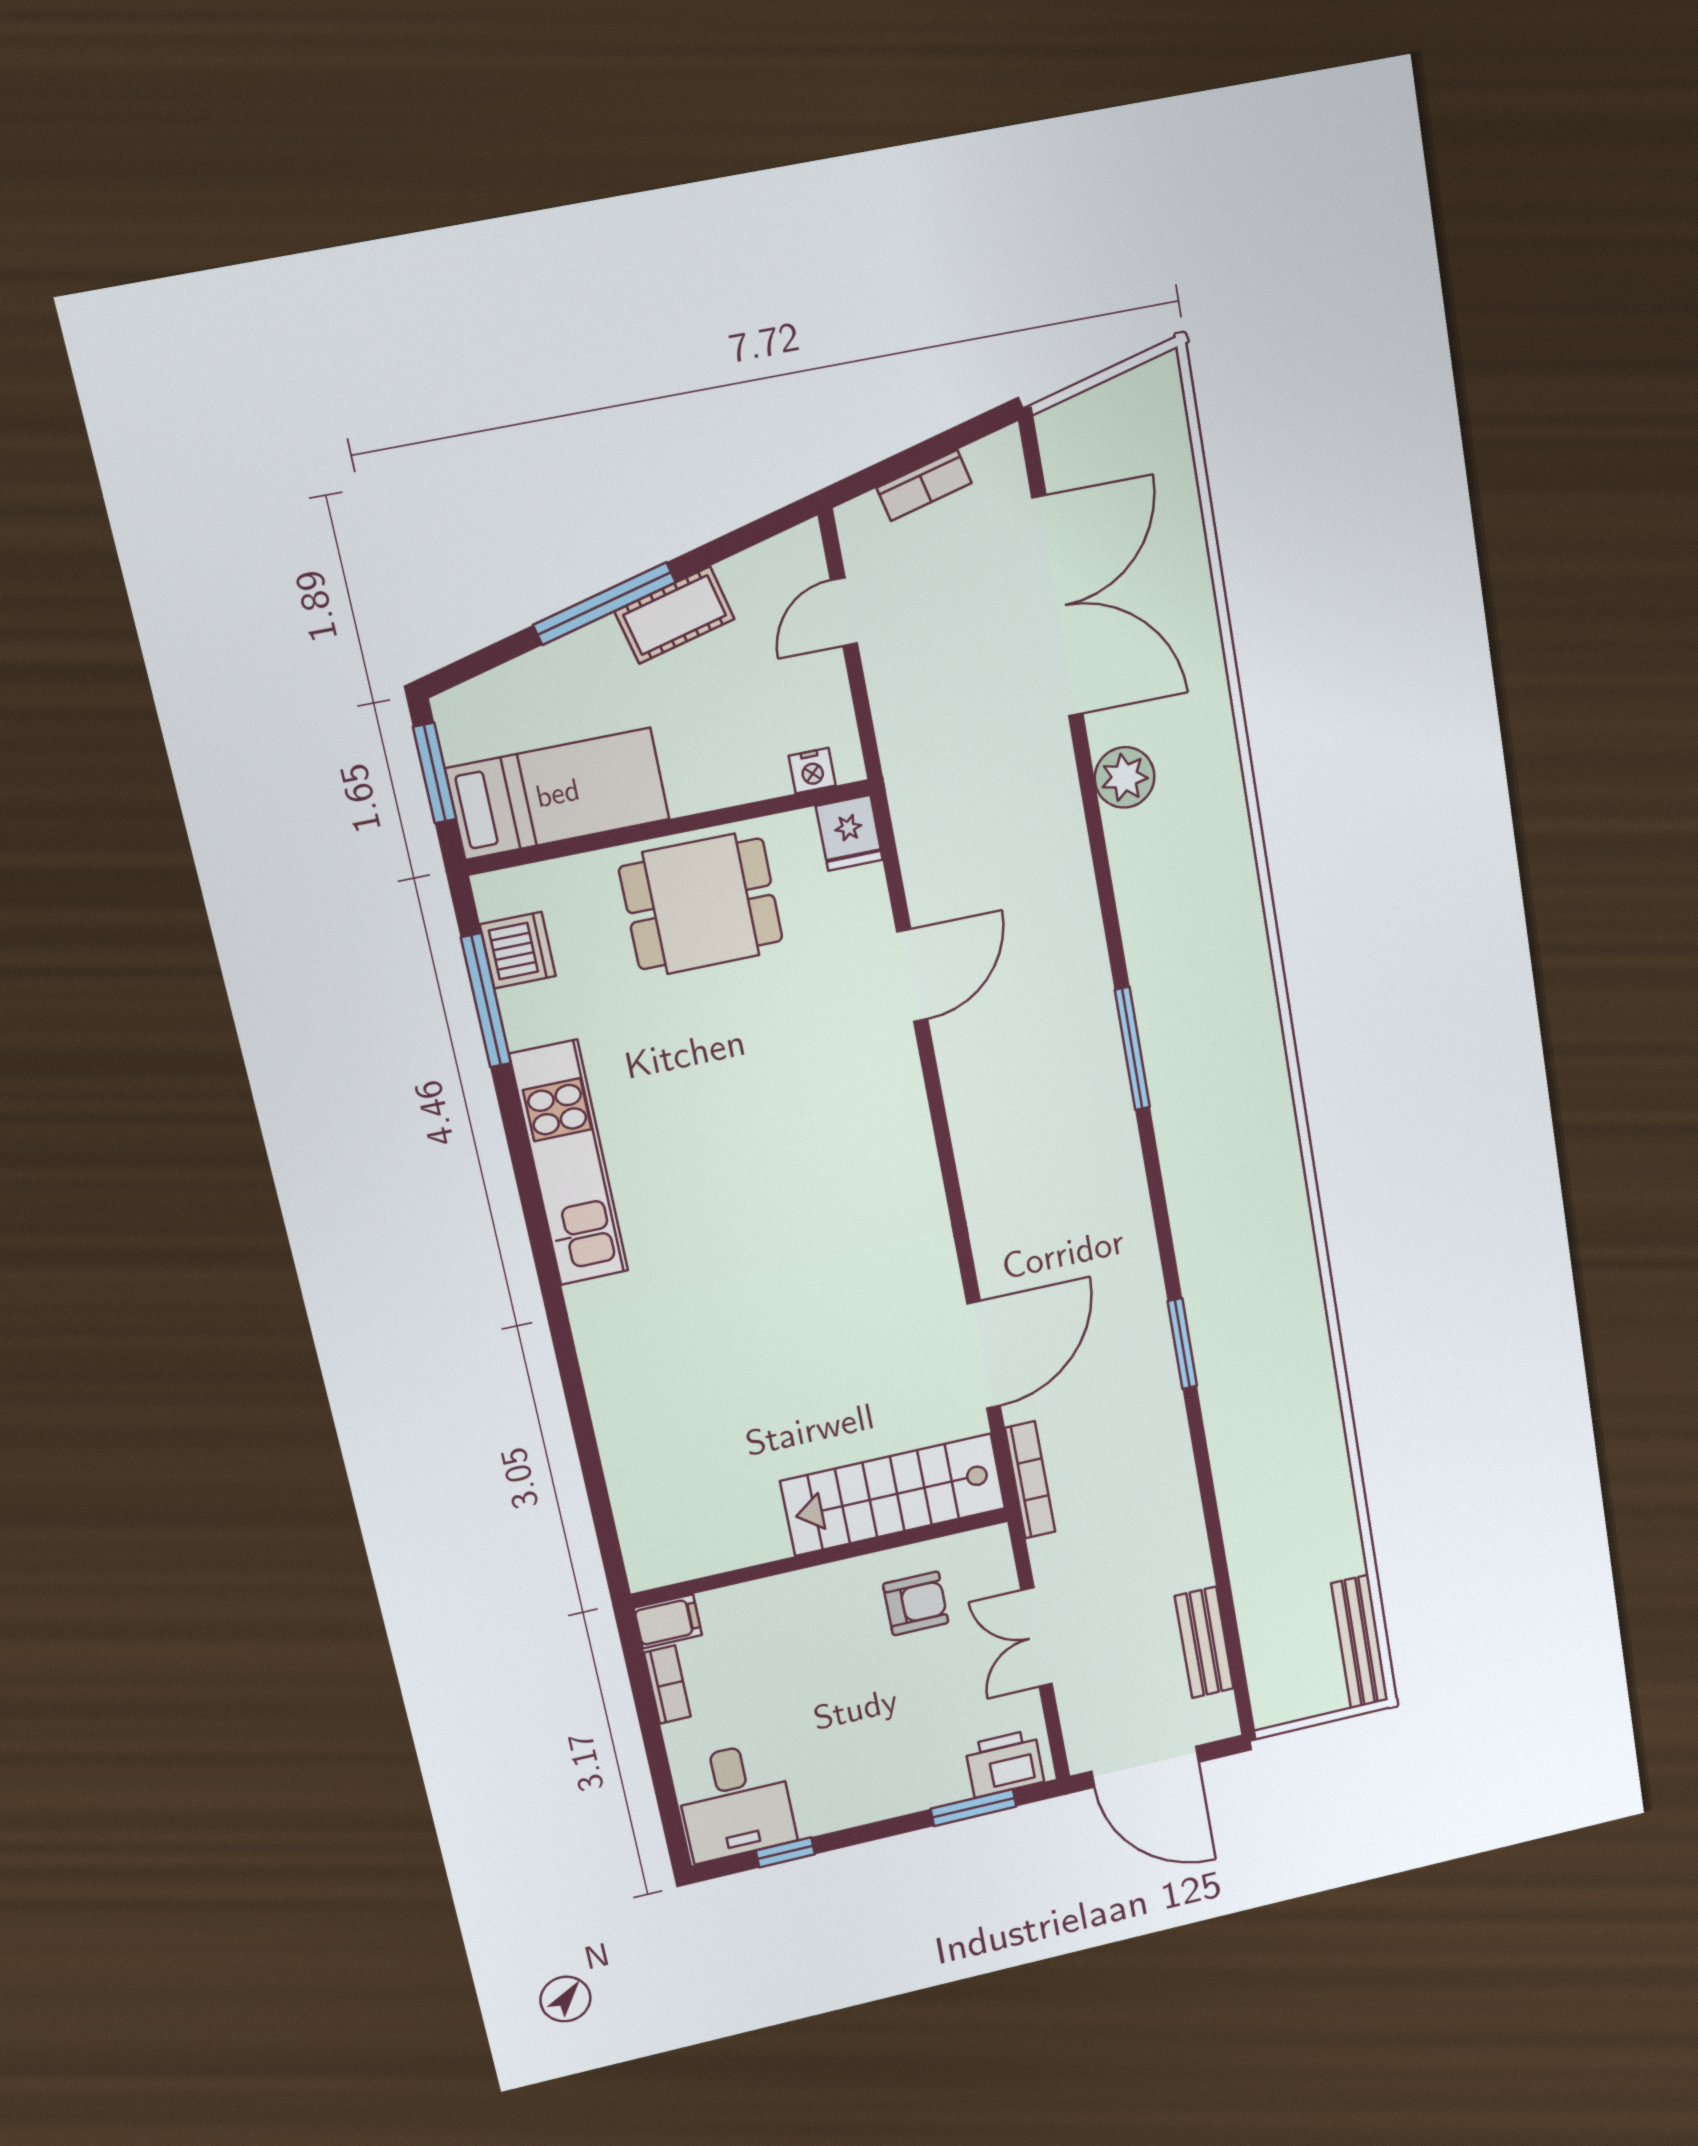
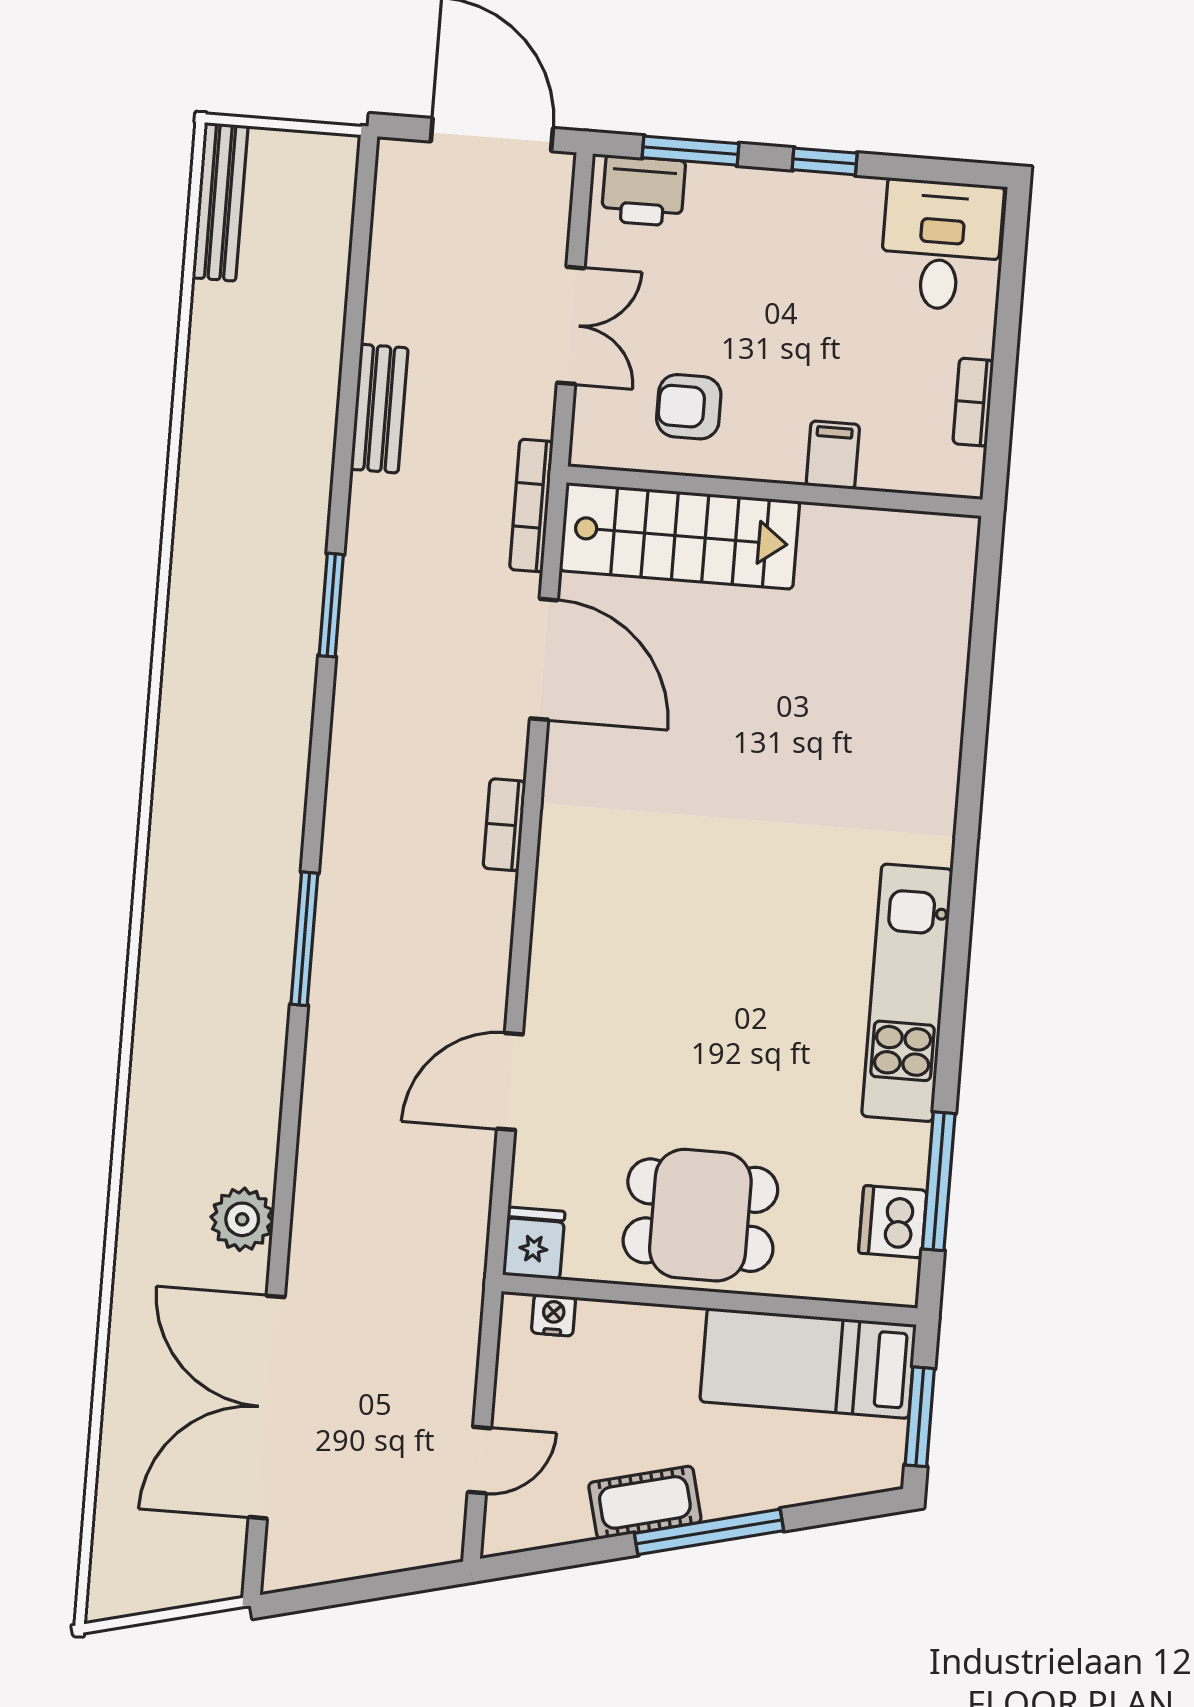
bookcase: (924, 485) -> (504, 825), moved, turned -76
door: (984, 1355) -> (544, 659), swing flipped
filing cabinet: (668, 1621) -> (833, 455), moved, turned 90
bench: (1204, 1642) -> (379, 409), moved
window: (785, 1852) -> (825, 161), moved

